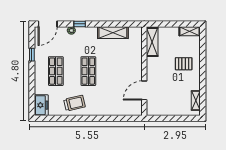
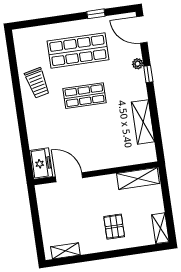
shop shelf: (56, 71) -> (78, 50), width x1.43, depth x1.36
freezer: (41, 105) -> (41, 164), moved, turned -90

